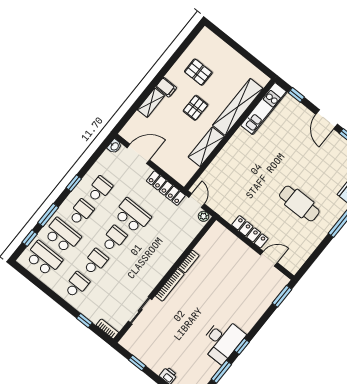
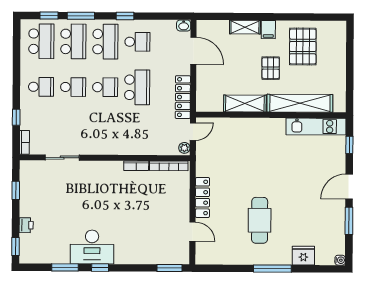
pallet: (198, 72) -> (303, 46), width x1.50, depth x1.42
pallet: (195, 108) -> (271, 68), turned 90
school desk: (81, 212) -> (105, 42), width x1.85
bookcase: (170, 285) -> (169, 166), moved

